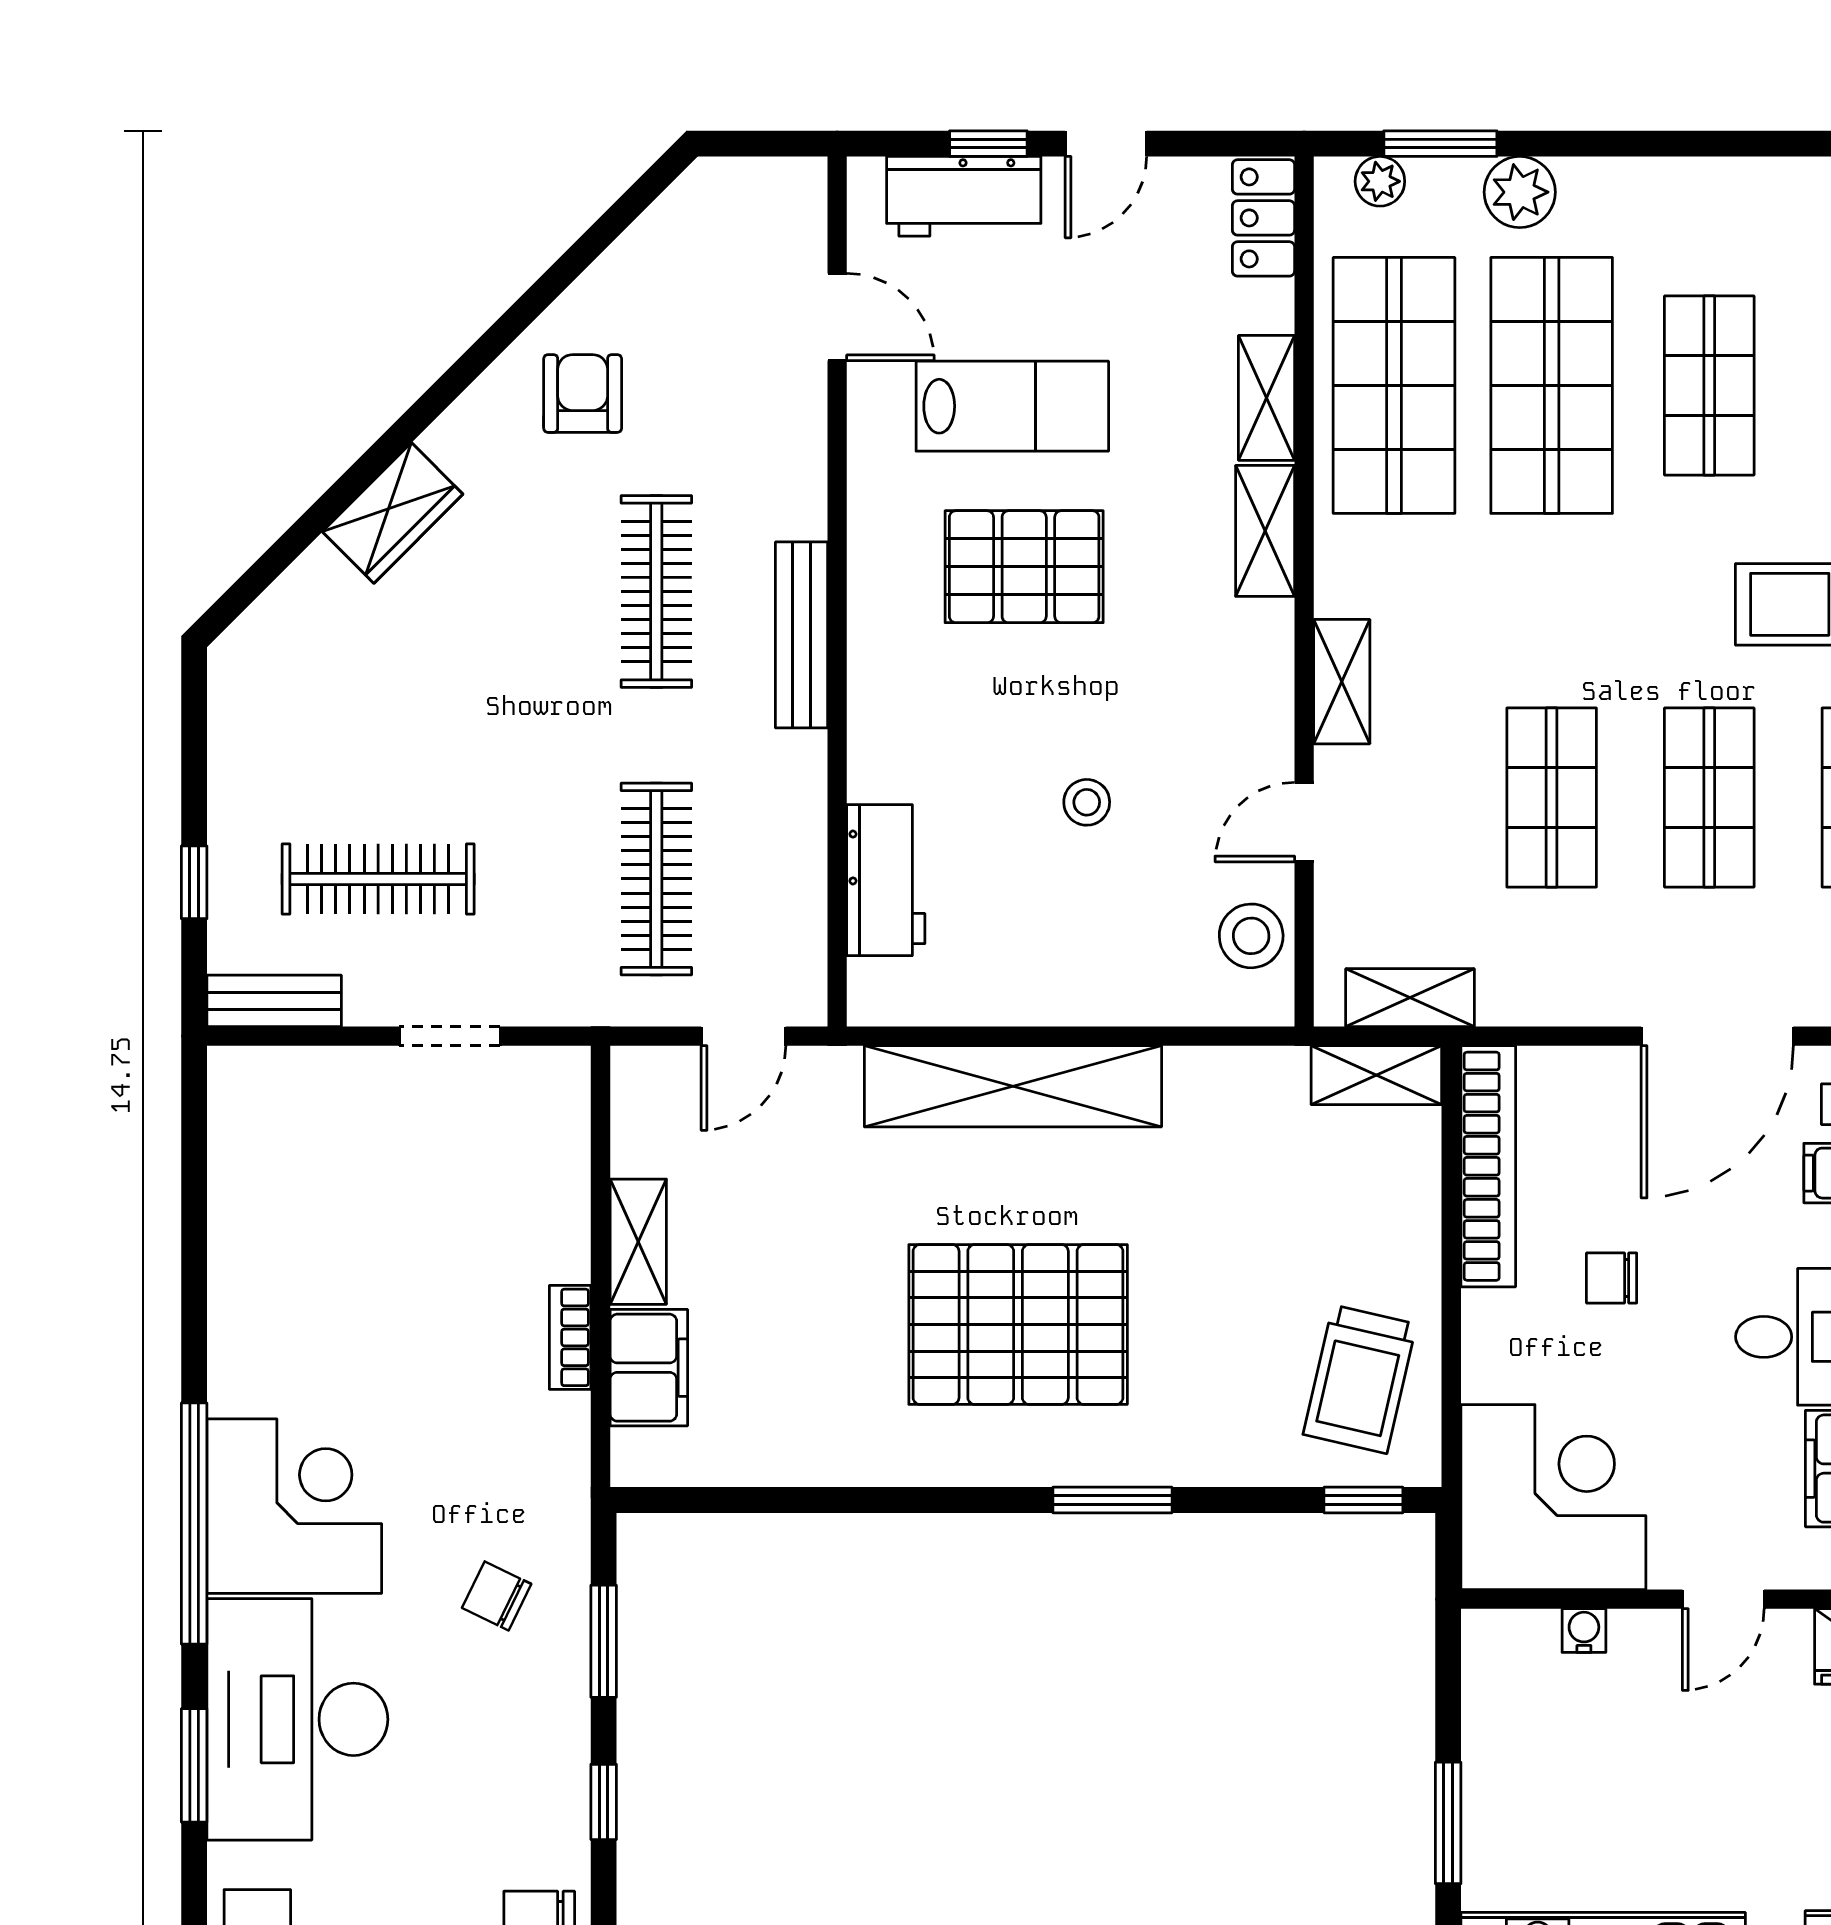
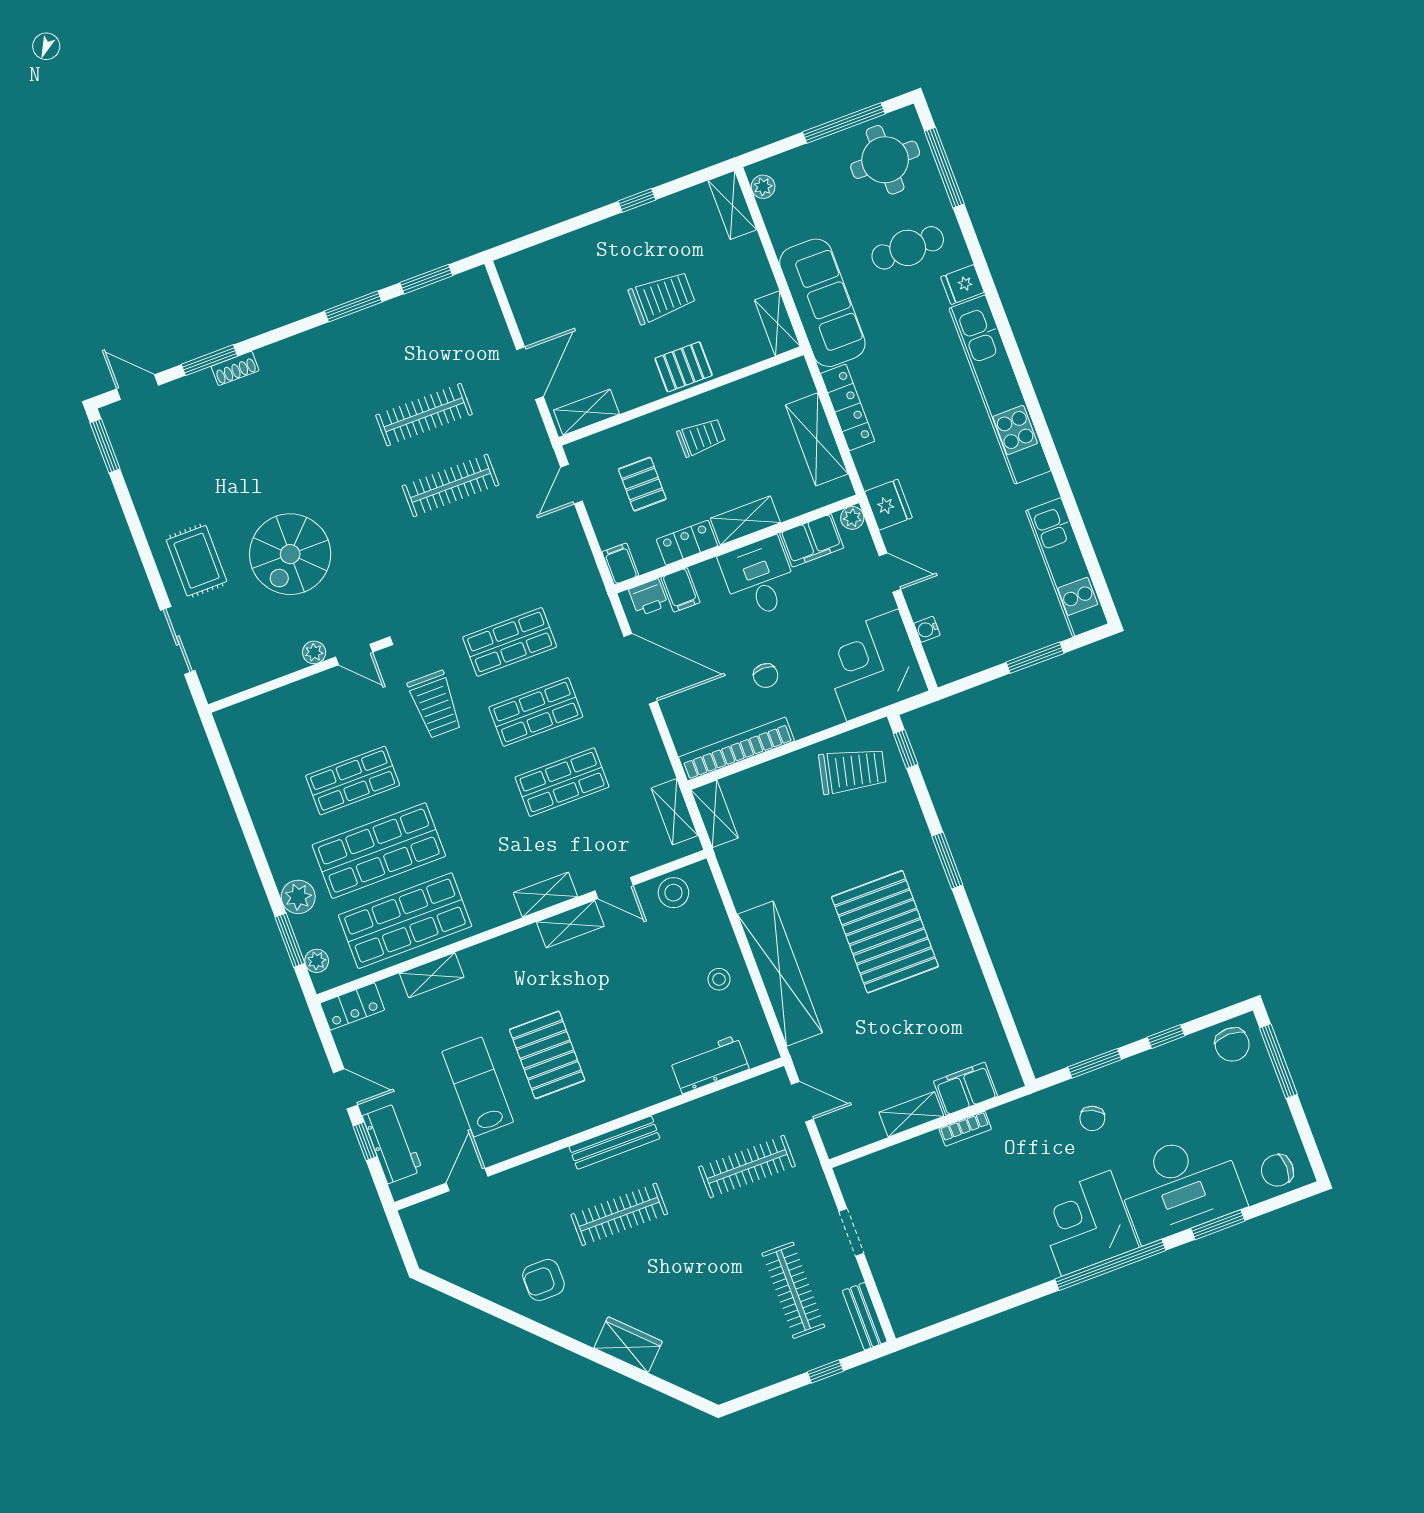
shelving: (1265, 531) -> (570, 924), moved
stool: (1087, 802) -> (719, 979), moved

